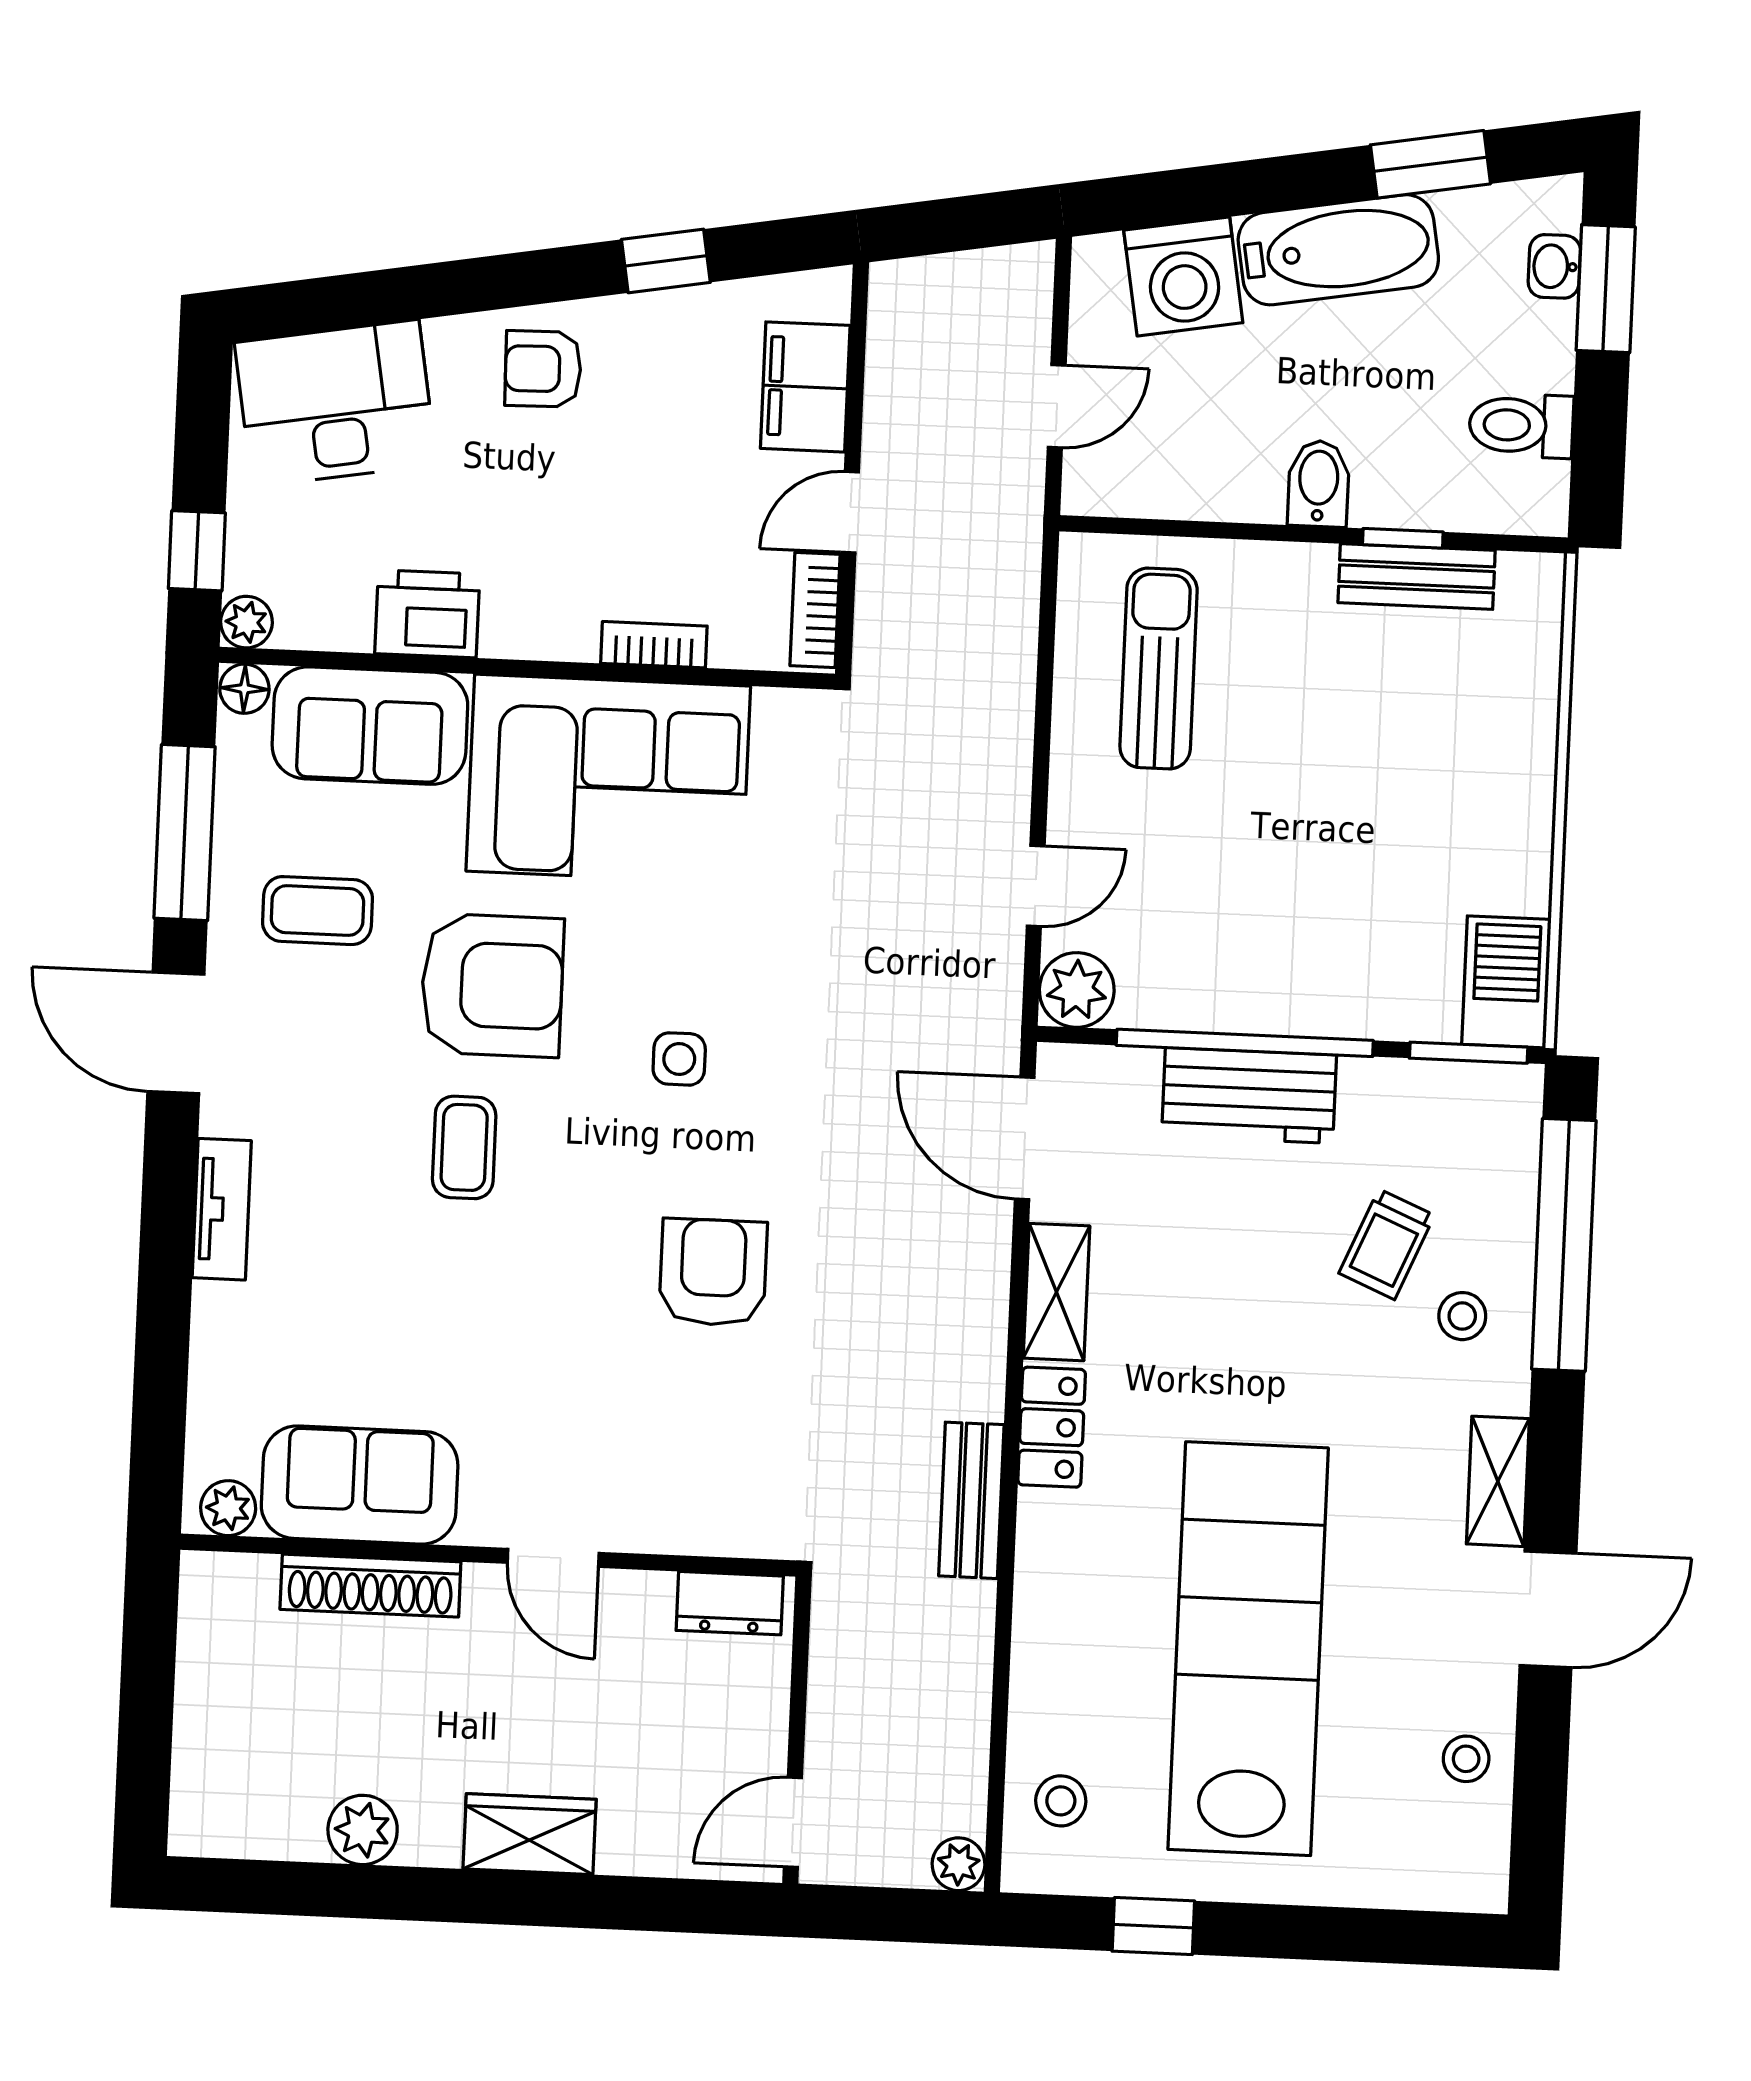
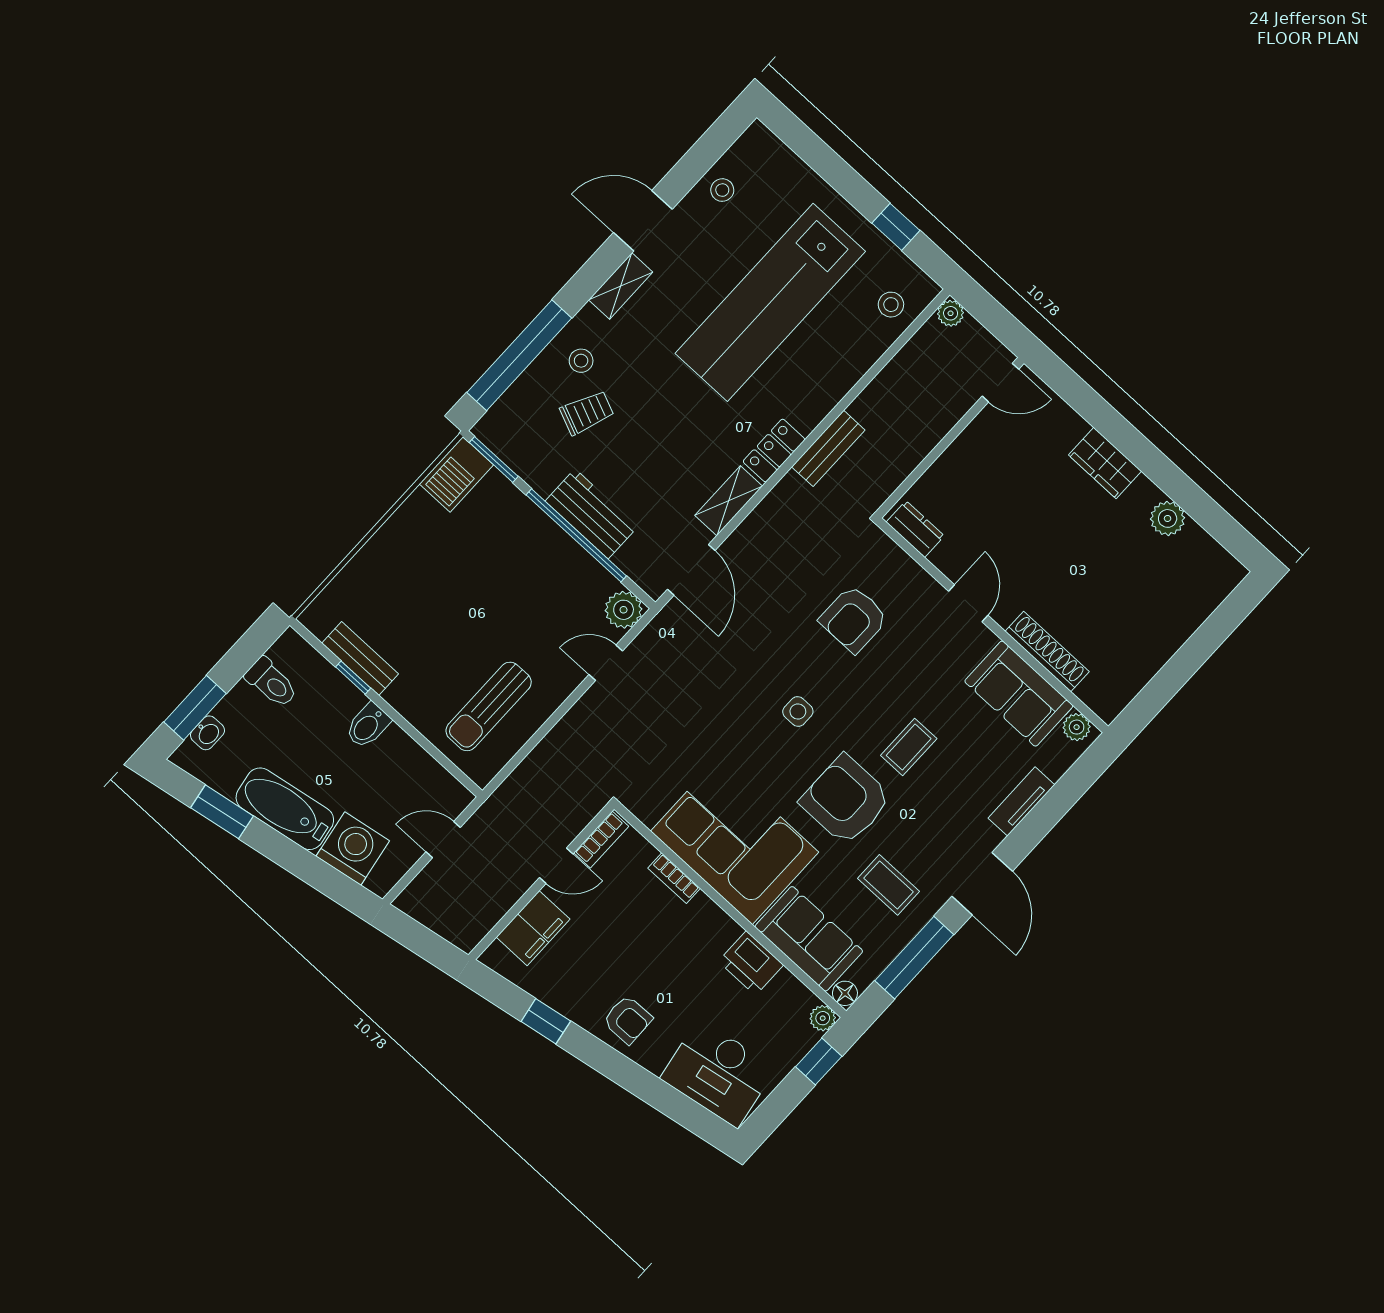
sofa: (360, 1485) -> (1019, 694), moved
plant: (228, 1508) -> (1077, 727), moved
wall: (488, 1555) -> (992, 625), moved
door: (553, 1558) -> (968, 603), moved
shoe rack: (370, 1586) -> (1047, 652), moved
dresser: (730, 1603) -> (915, 529), moved

